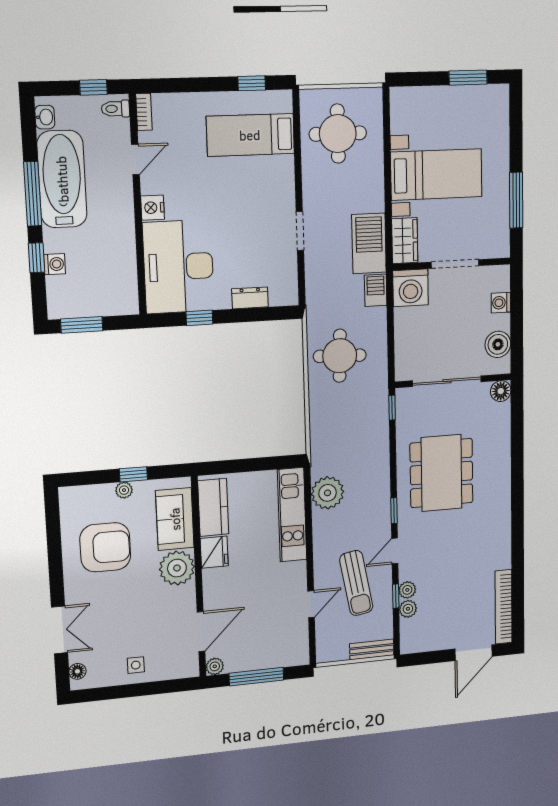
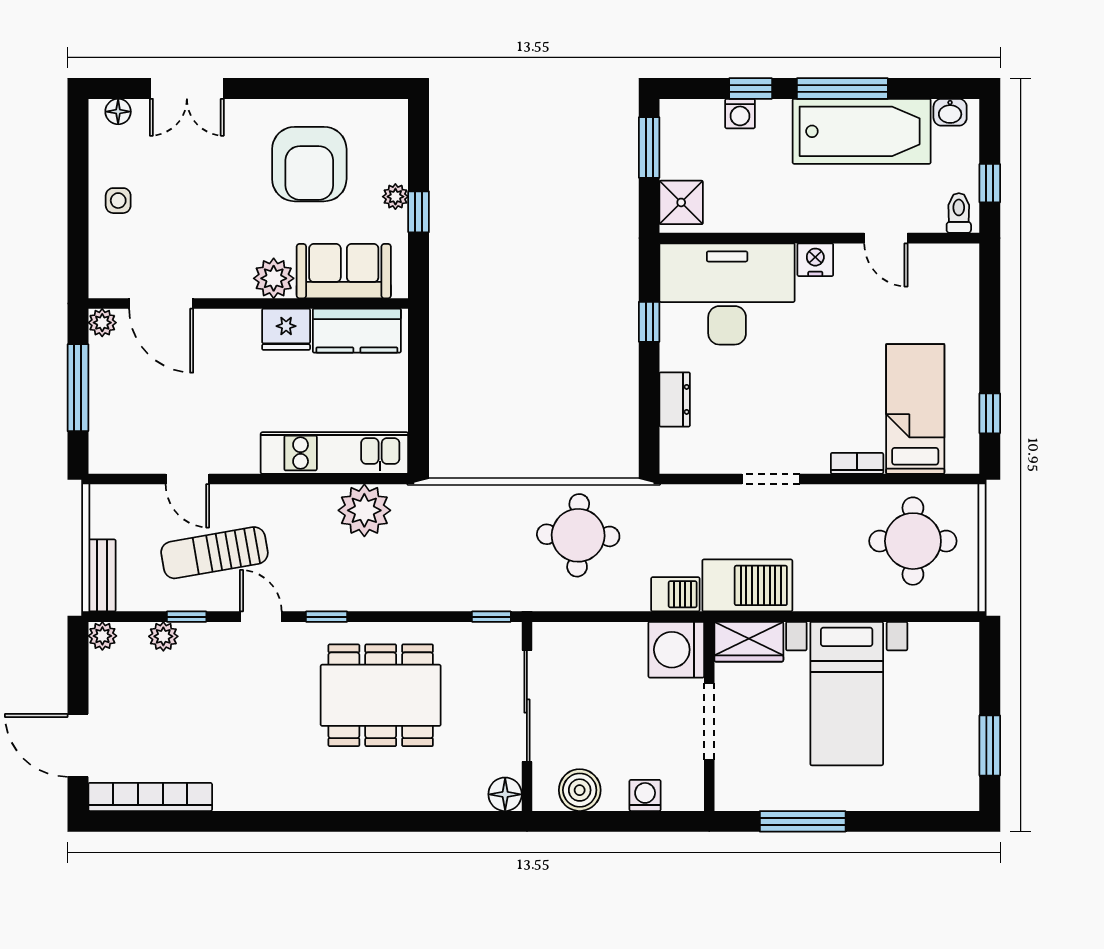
bookcase: (144, 112) -> (857, 463), moved, turned 180
shower: (118, 301) -> (681, 202), added
plant: (177, 568) -> (274, 278), width x0.73, depth x0.73
plant: (407, 590) -> (102, 636), moved

